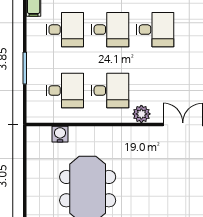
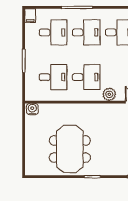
water cooler: (60, 134) -> (32, 109), moved

